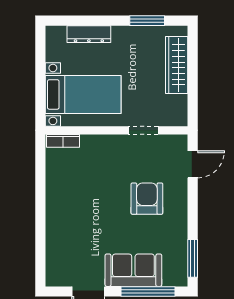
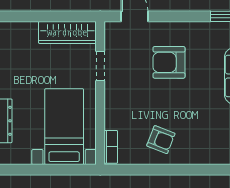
wardrobe: (177, 65) -> (67, 32), moved
armchair: (70, 191) -> (161, 140), added

